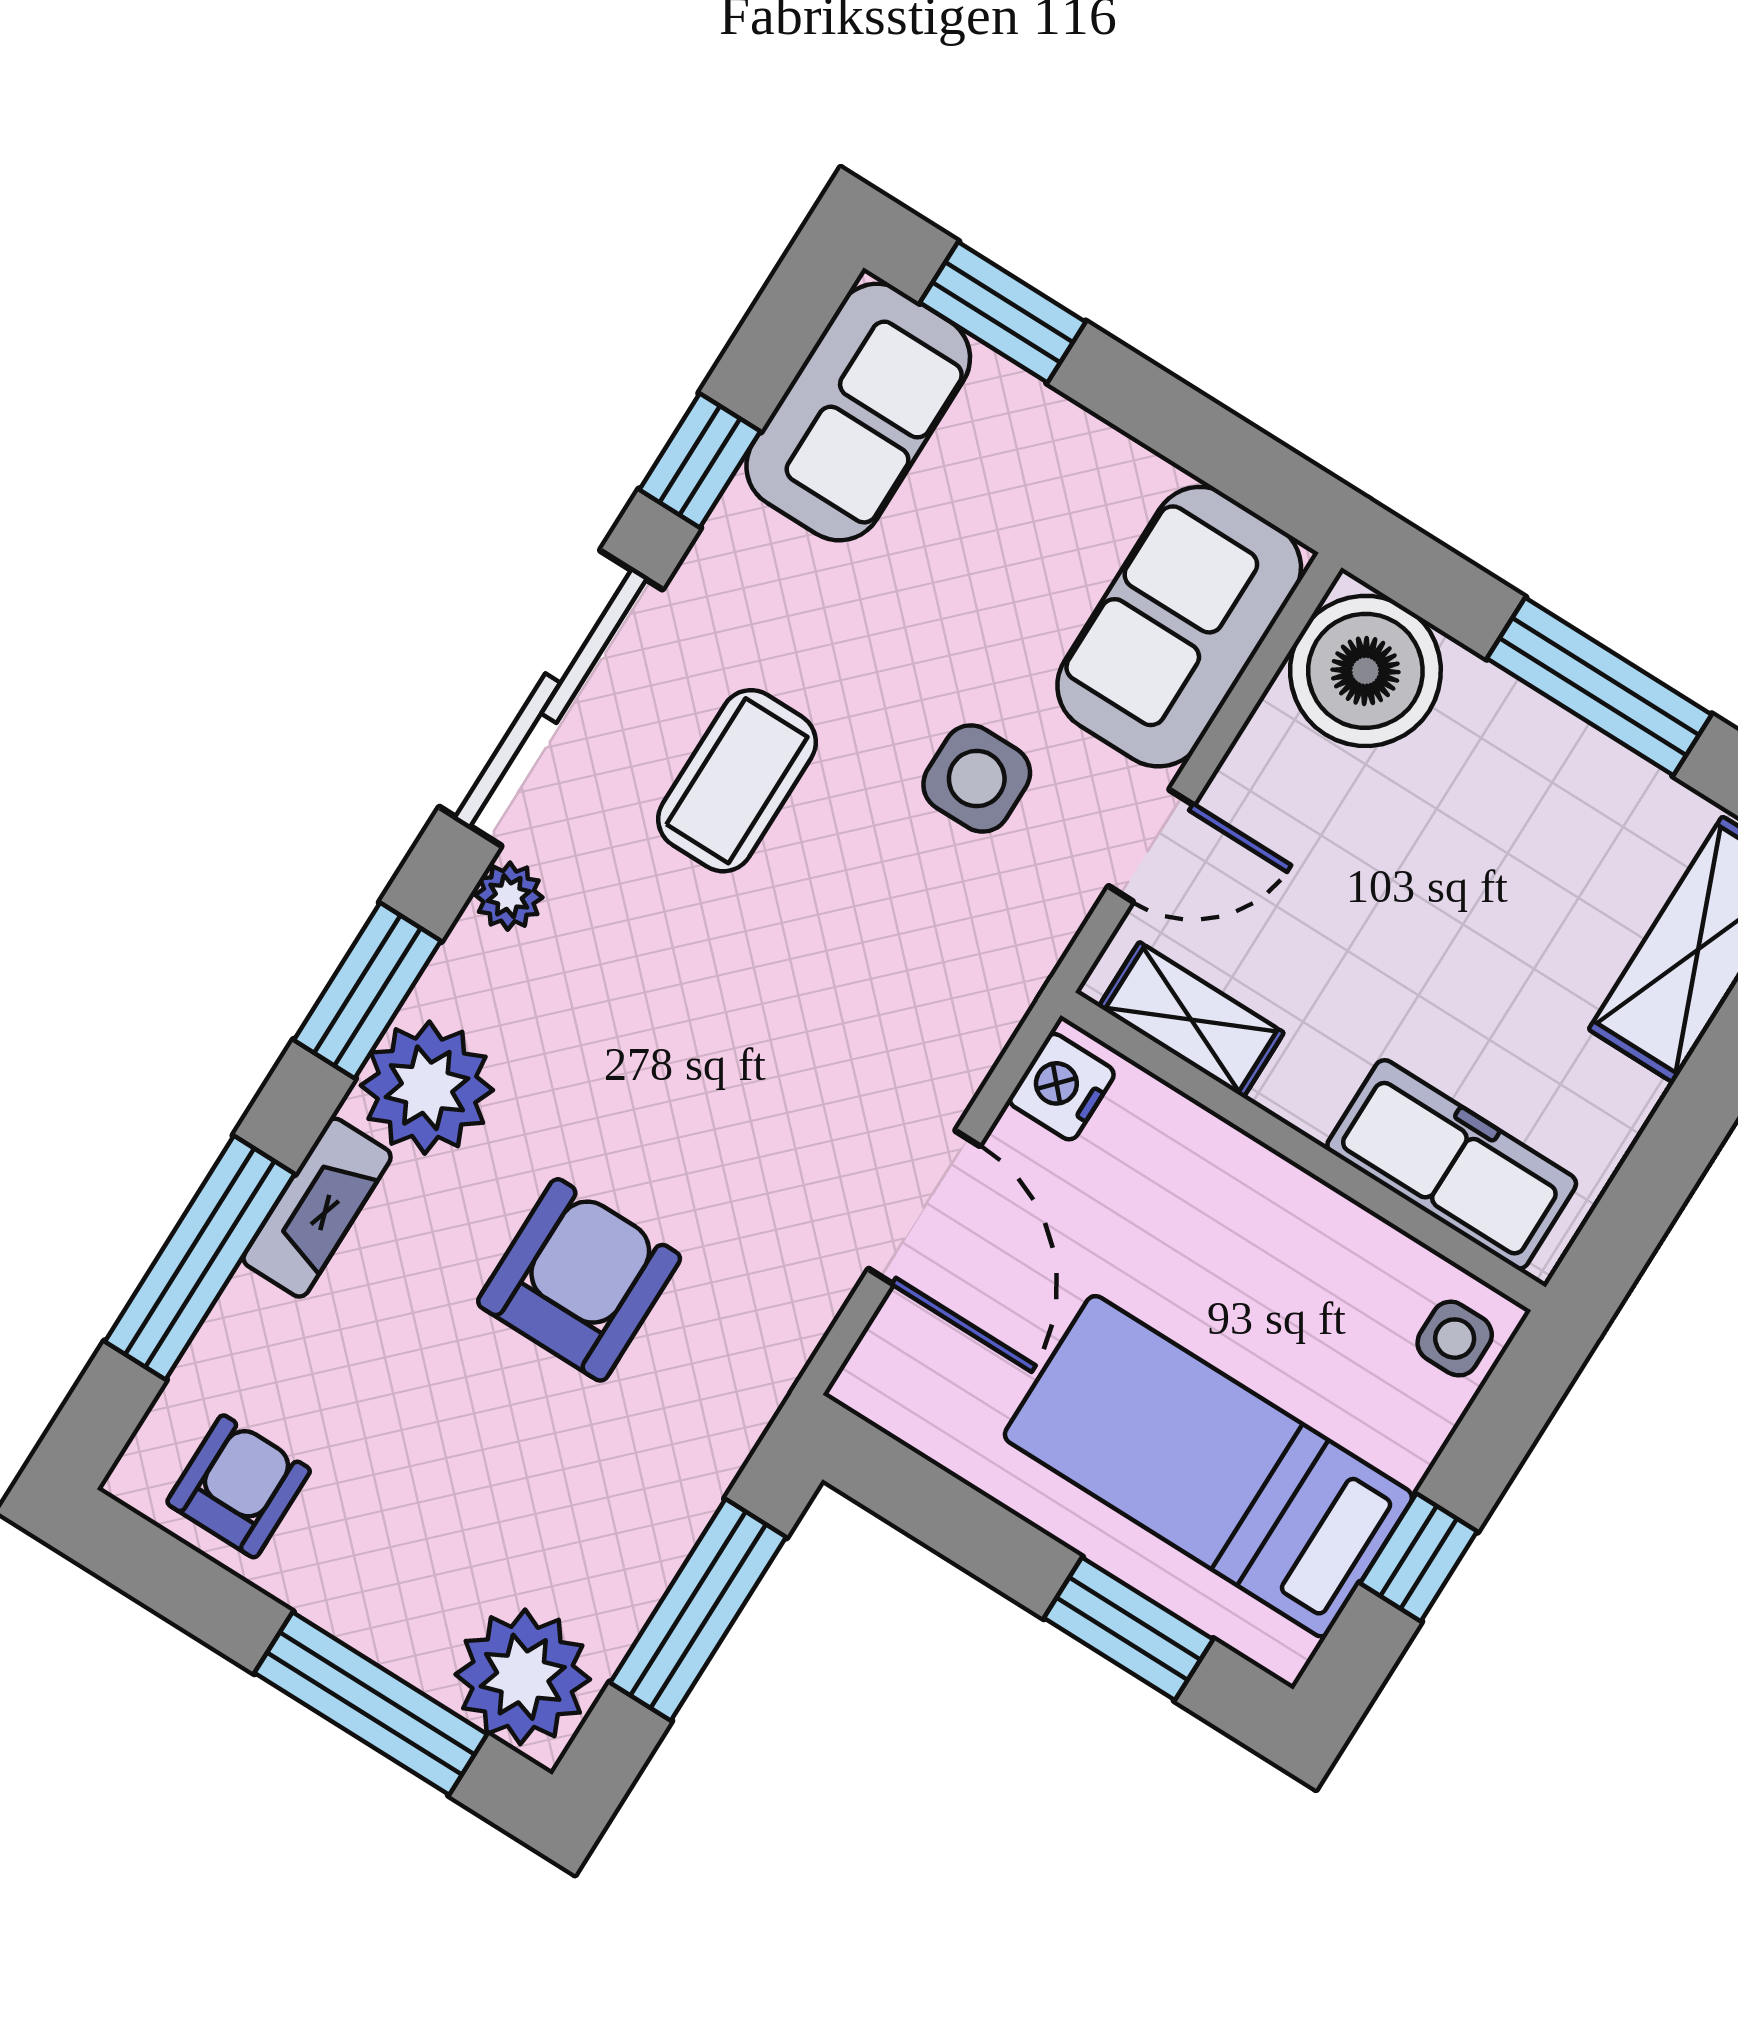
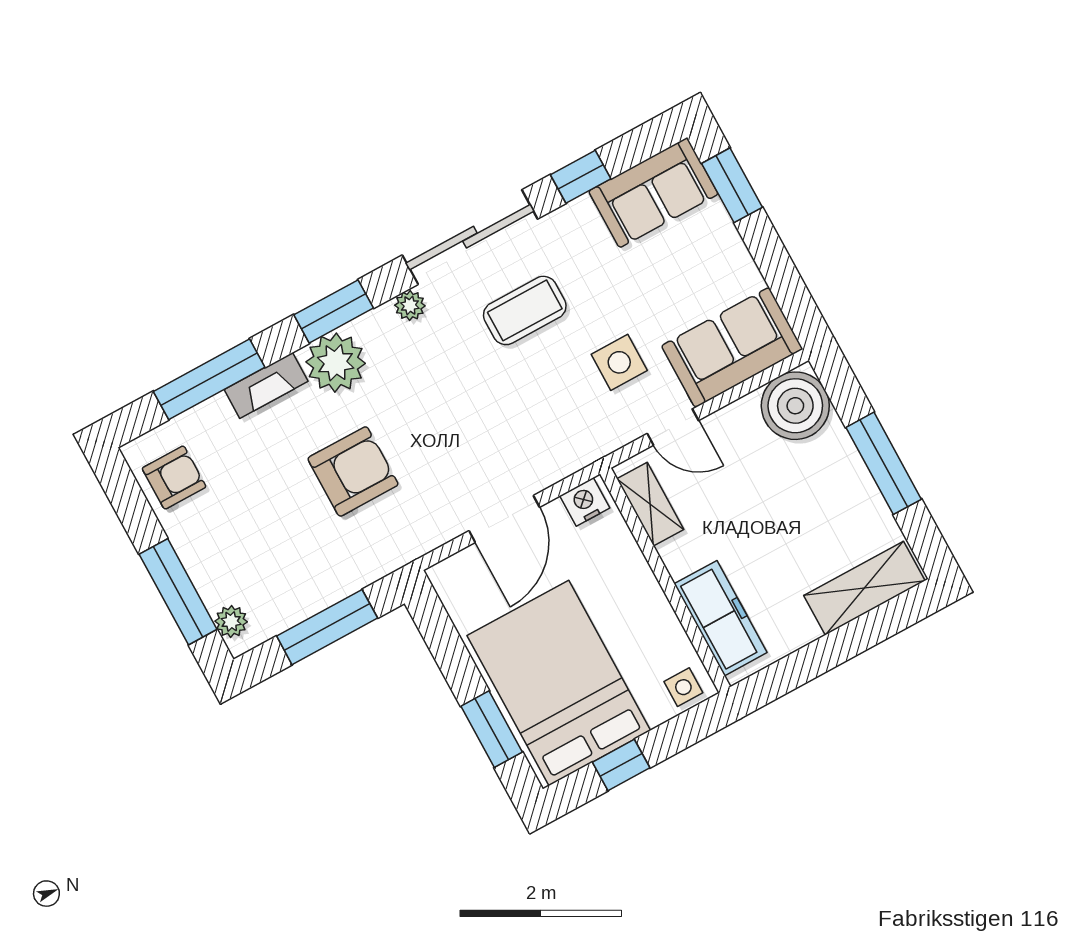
bed: (1208, 1466) -> (559, 683), width x1.50
plant: (523, 1677) -> (231, 621), width x0.53, depth x0.53

